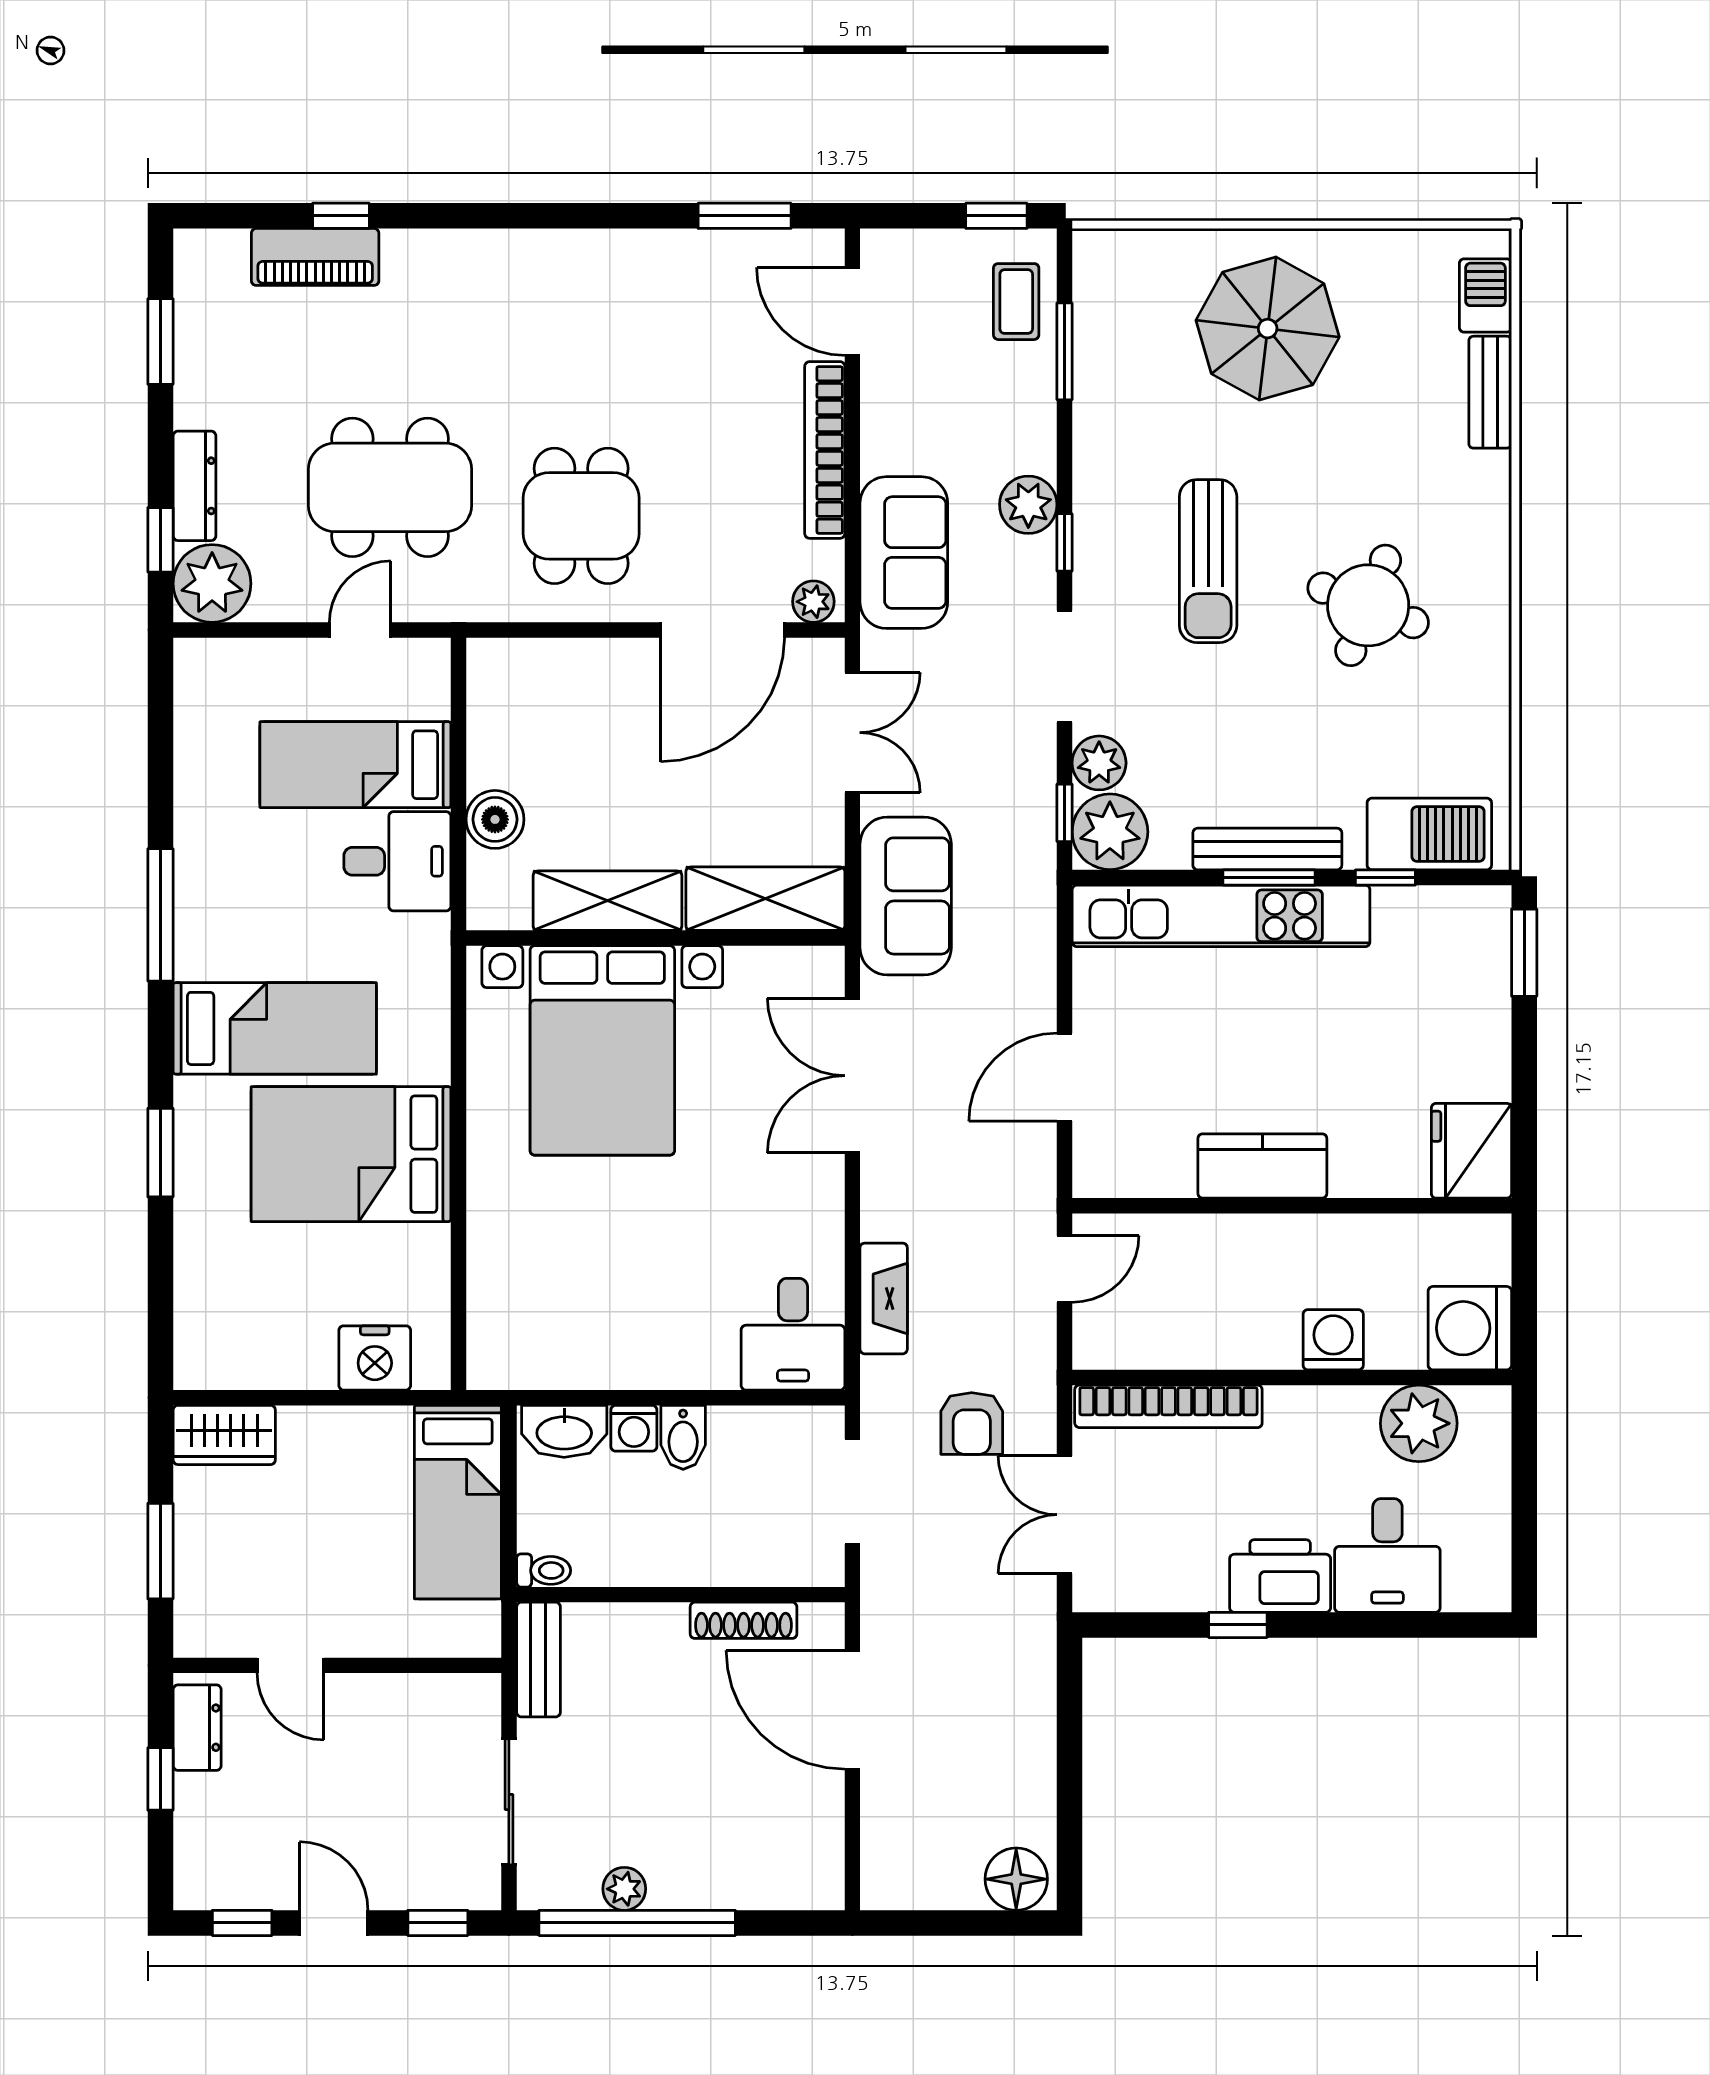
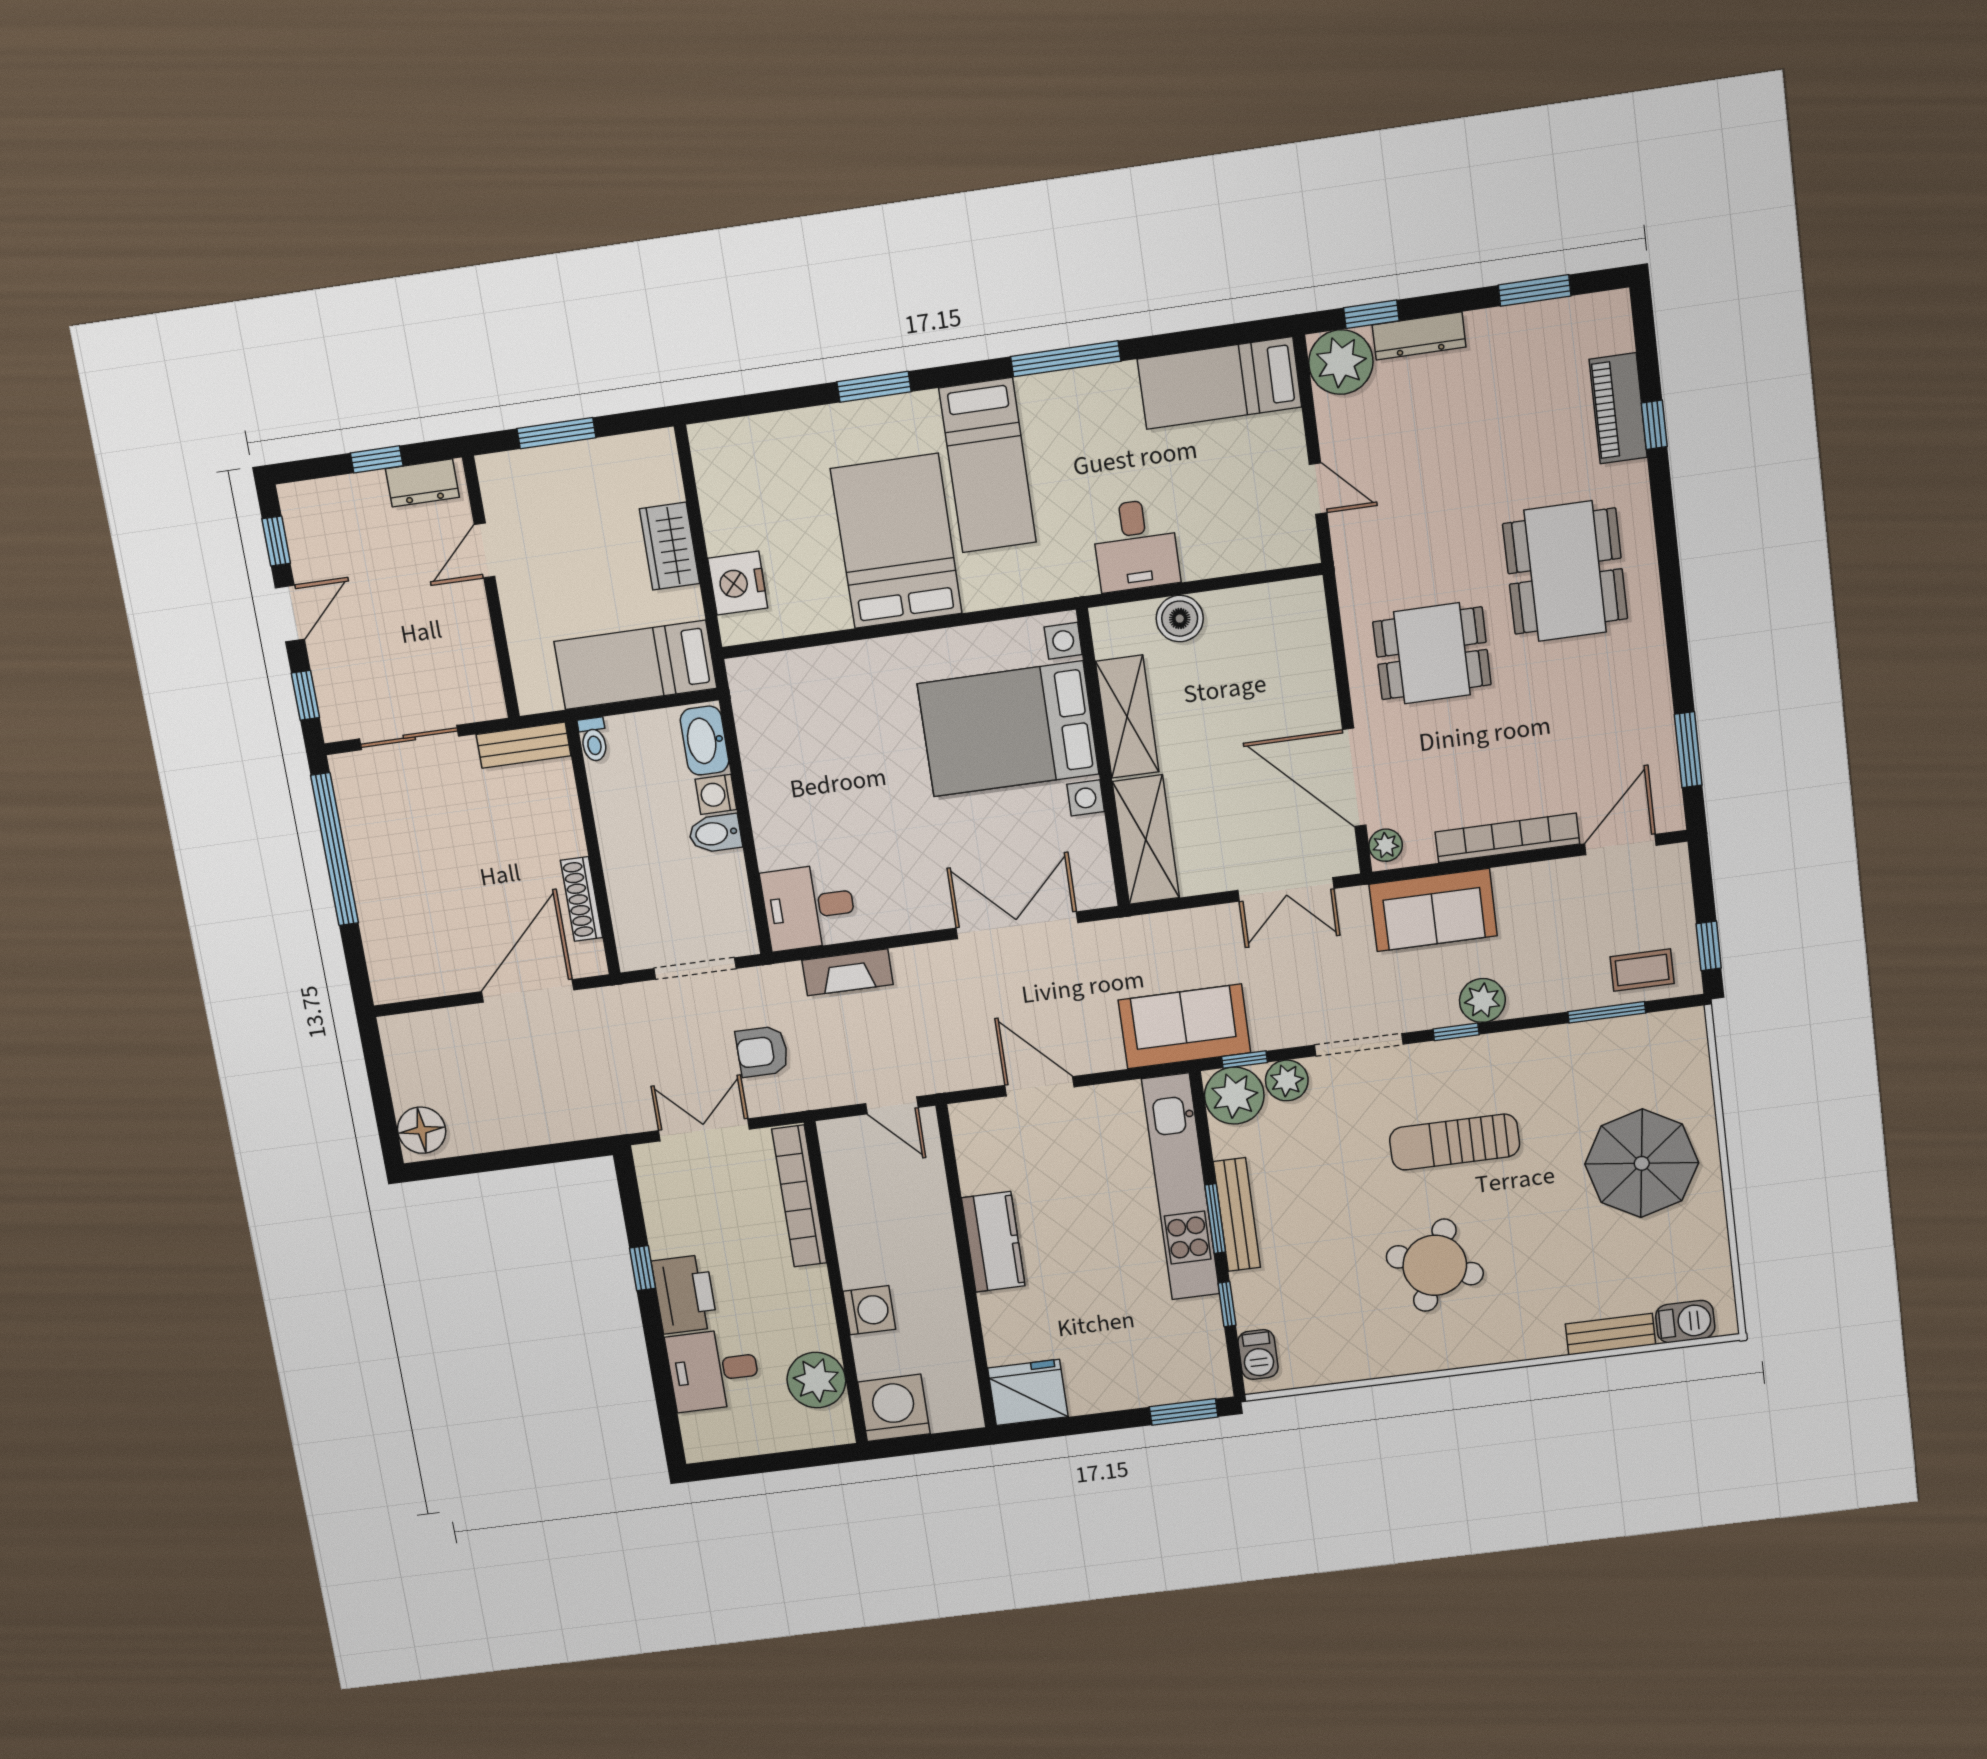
dining table: (390, 487) -> (1565, 571), moved
bed: (355, 765) -> (1219, 383), moved, turned -90
barbecue: (1429, 834) -> (1258, 1354), width x0.53, depth x0.65
sofa: (906, 896) -> (1184, 1026), moved, turned 180
wardrobe: (224, 1435) -> (670, 546), moved
plant: (624, 1889) -> (359, 836), removed

